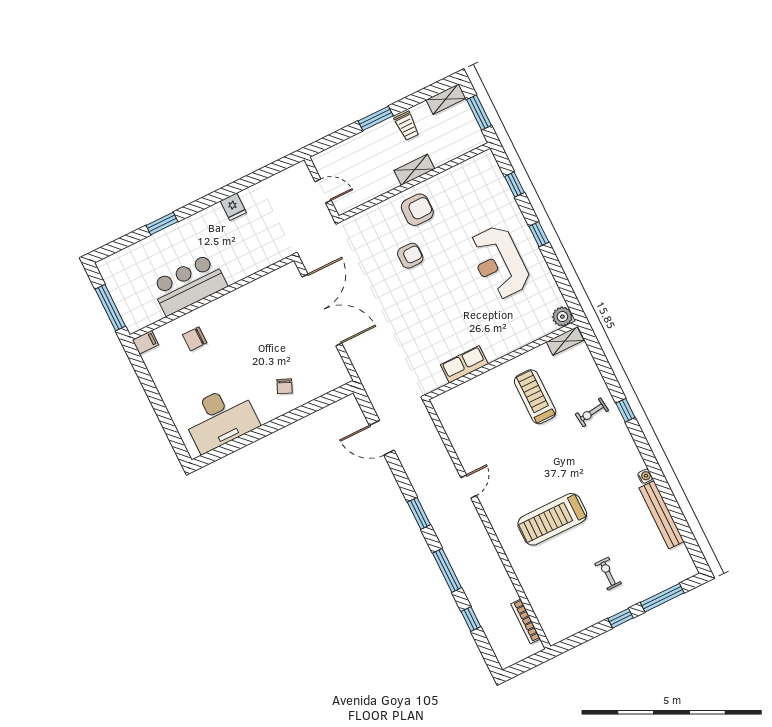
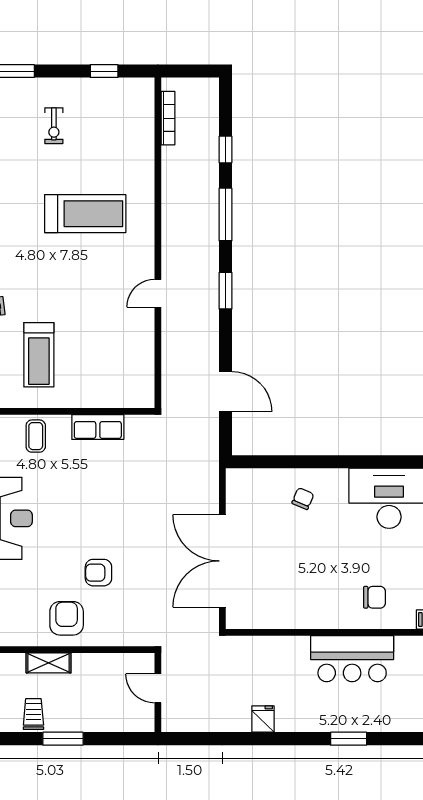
armchair: (417, 210) -> (67, 618), turned 90
coffee table: (507, 335) -> (36, 436), added
window: (621, 618) -> (104, 71), moved

